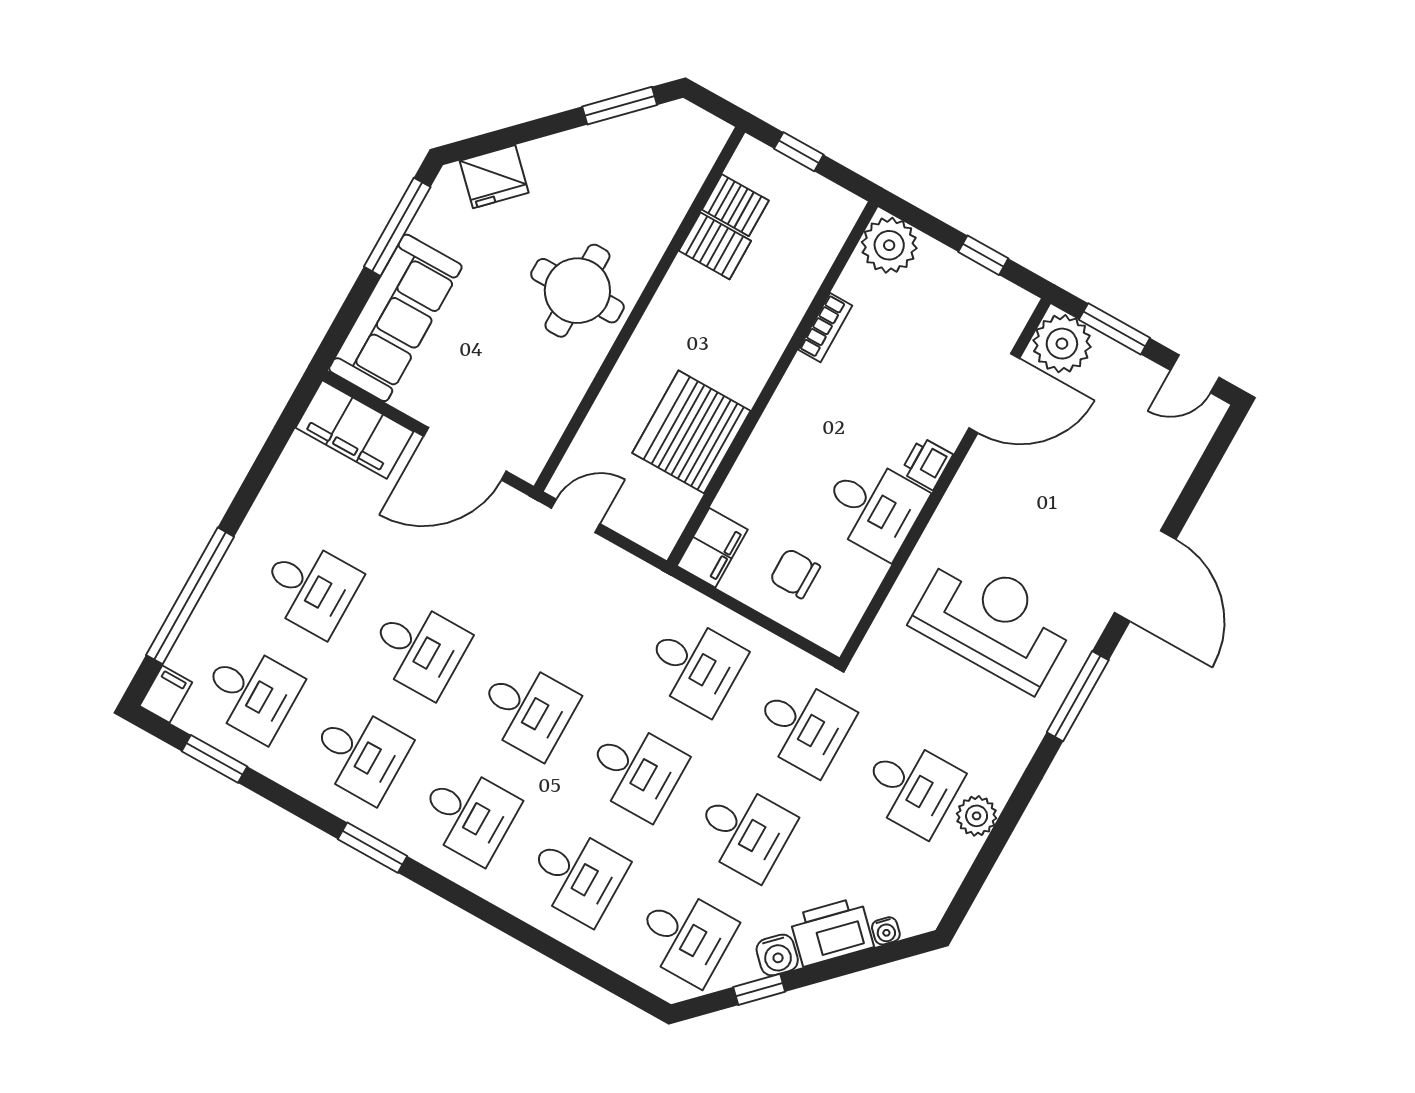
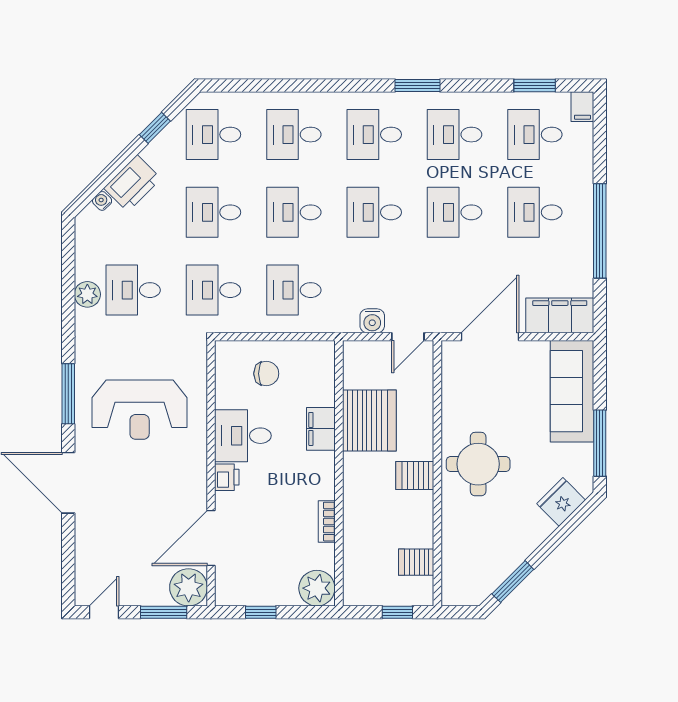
server rack: (715, 246) -> (415, 476), moved
filing cabinet: (712, 548) -> (321, 429), moved
window: (190, 596) -> (600, 231), moved
water cooler: (777, 955) -> (372, 321), moved, turned -135

